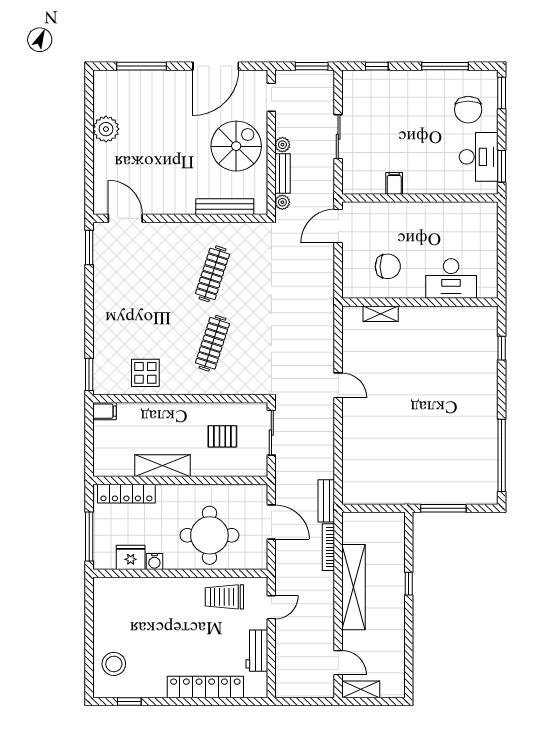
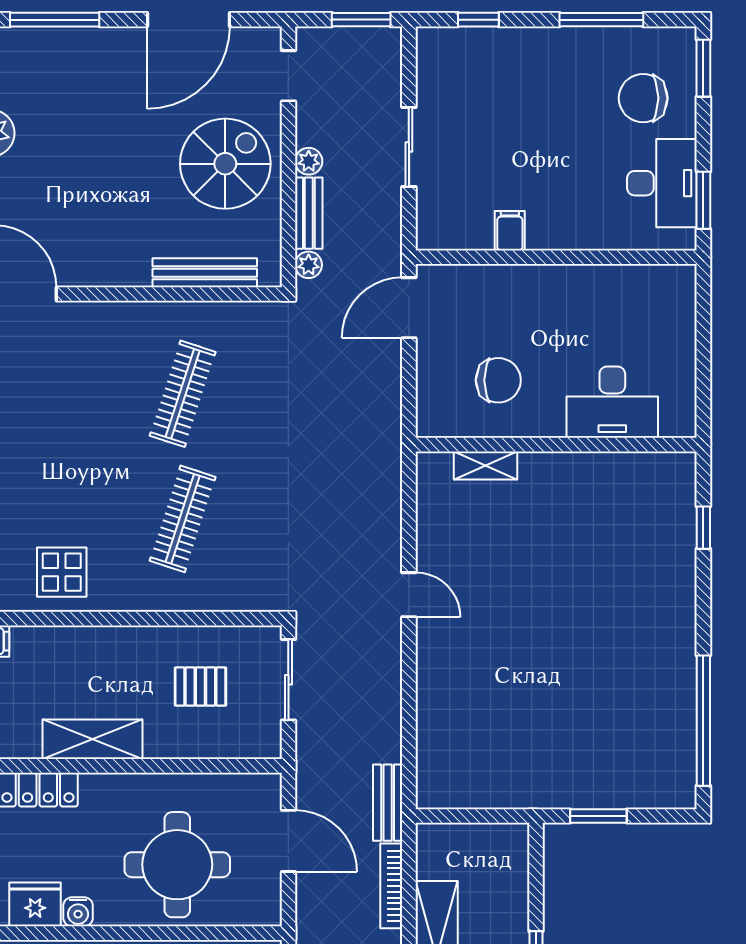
chair: (468, 110) -> (643, 98), turned 90
window: (443, 508) -> (598, 816), width x0.69

